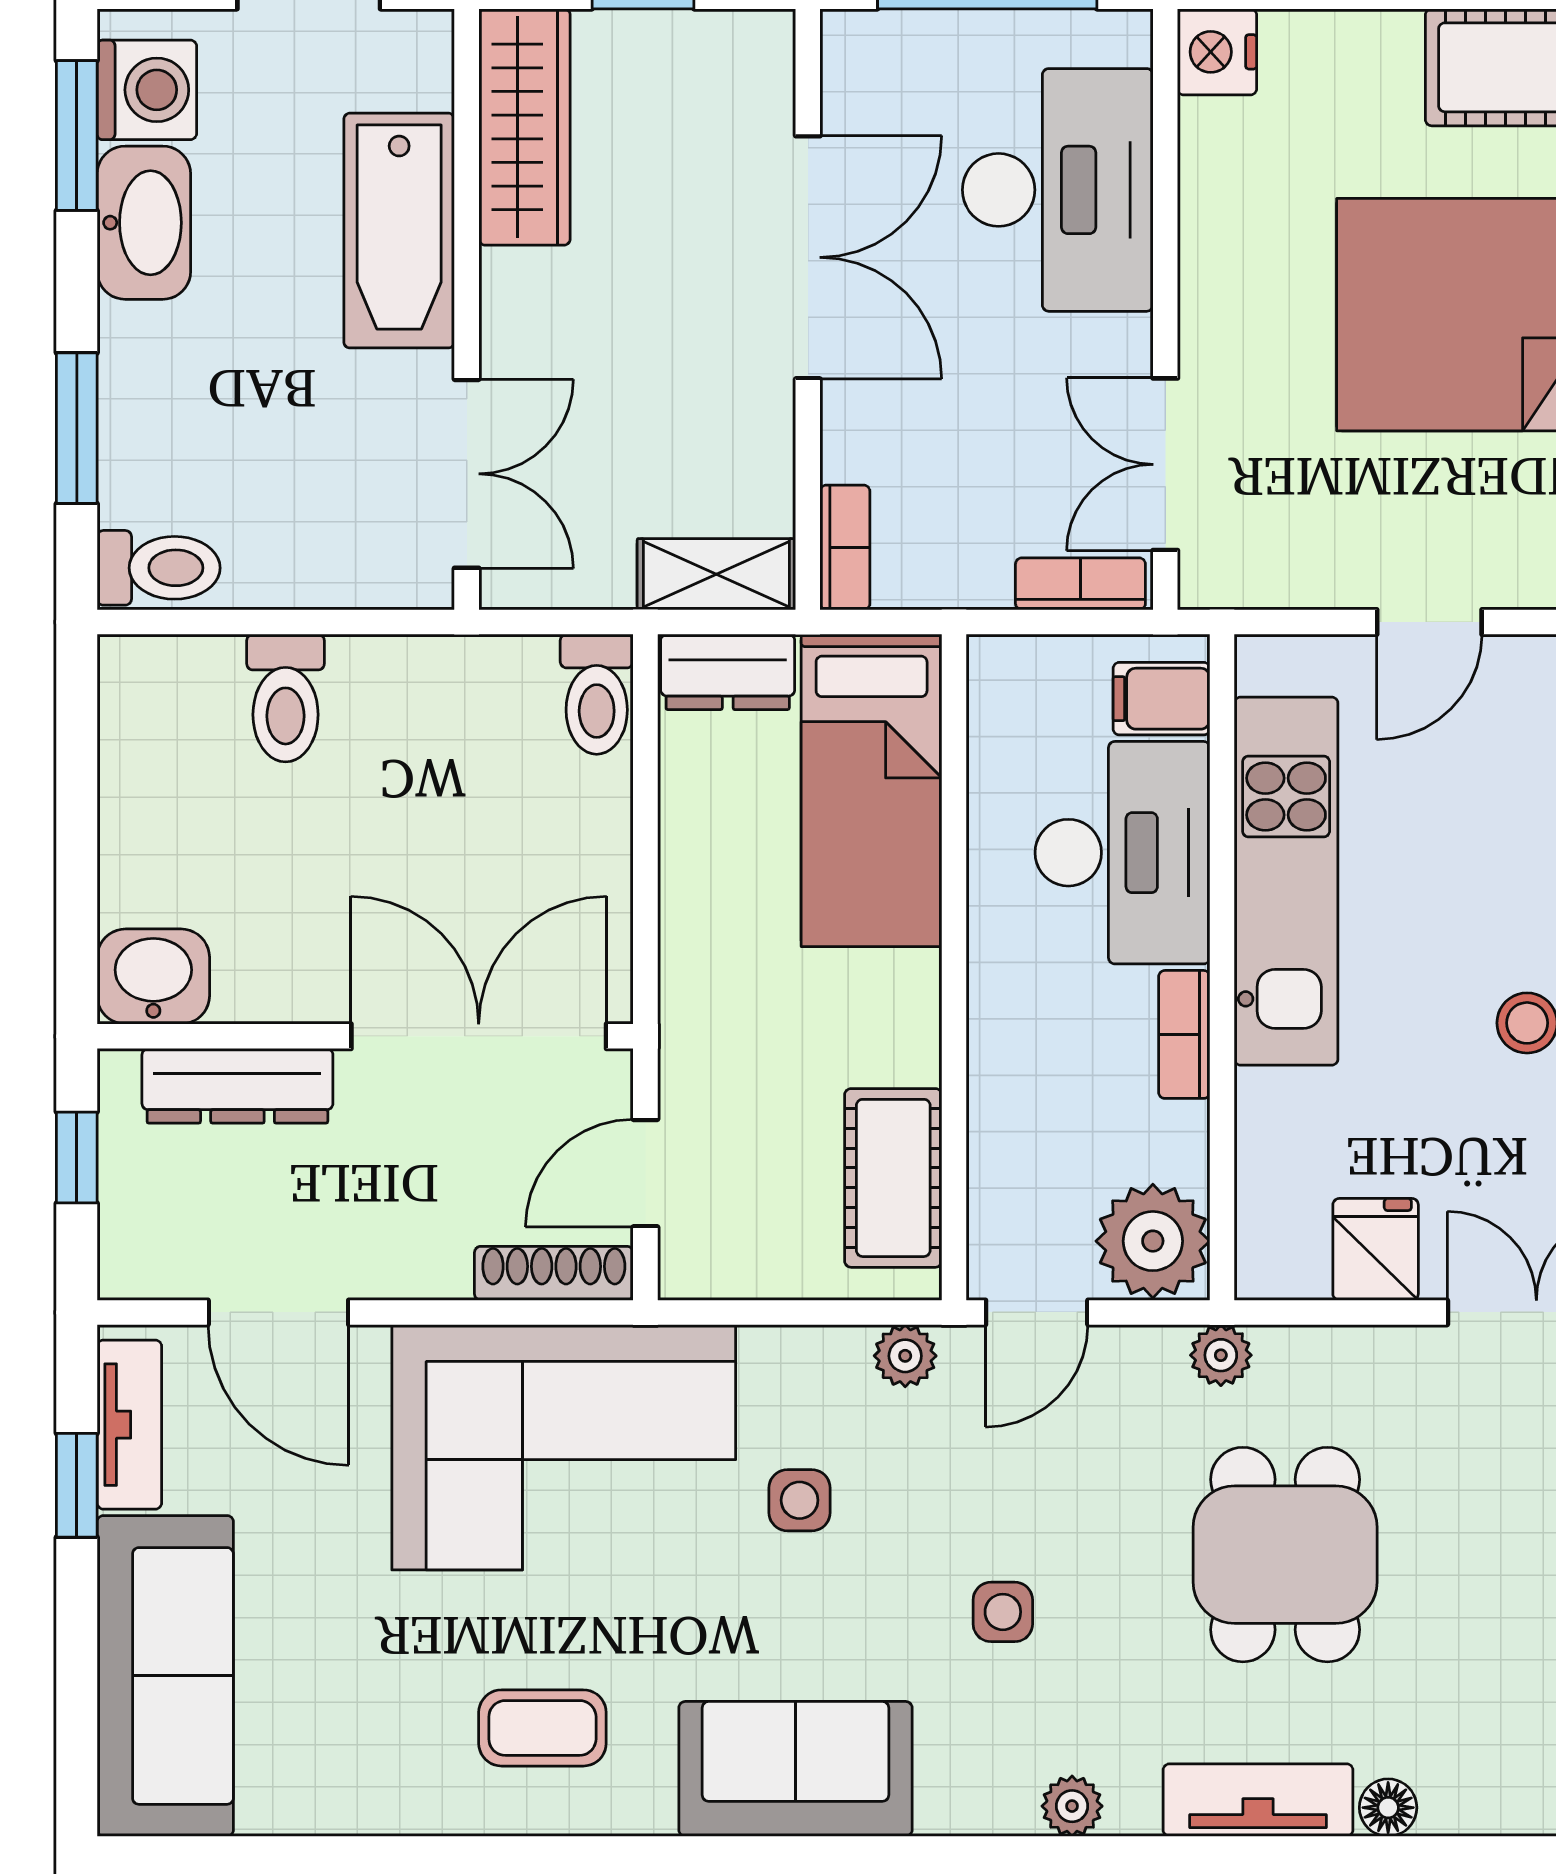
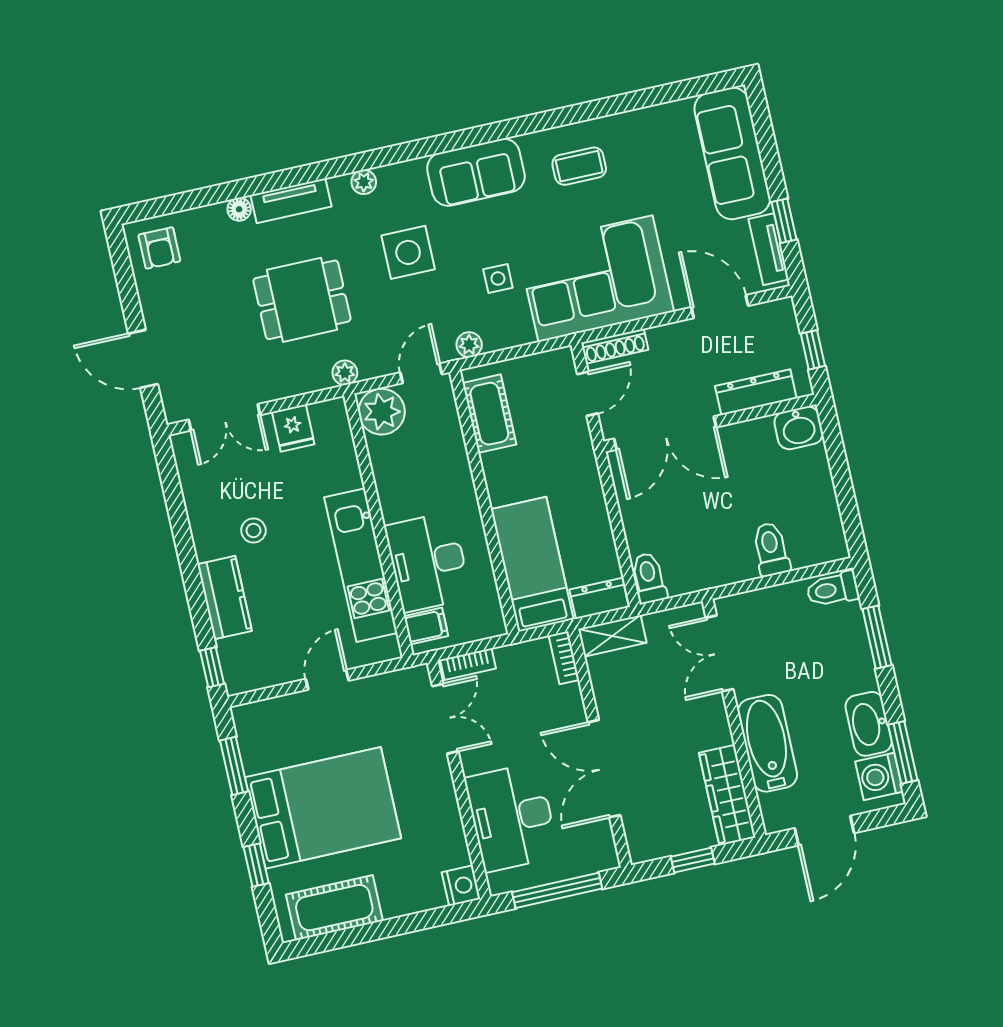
bookcase: (1184, 1034) -> (387, 496), removed
dining table: (1285, 1555) -> (302, 300), turned 90
side table: (1003, 1612) -> (408, 252), width x1.87, depth x1.87

